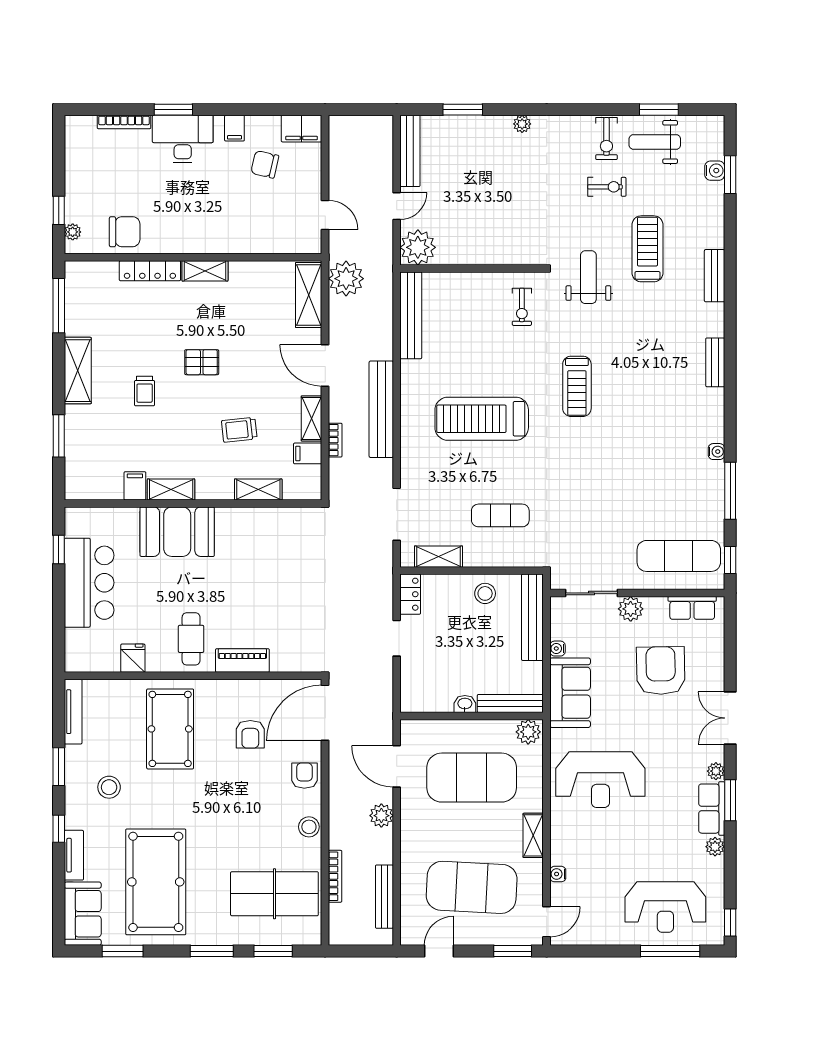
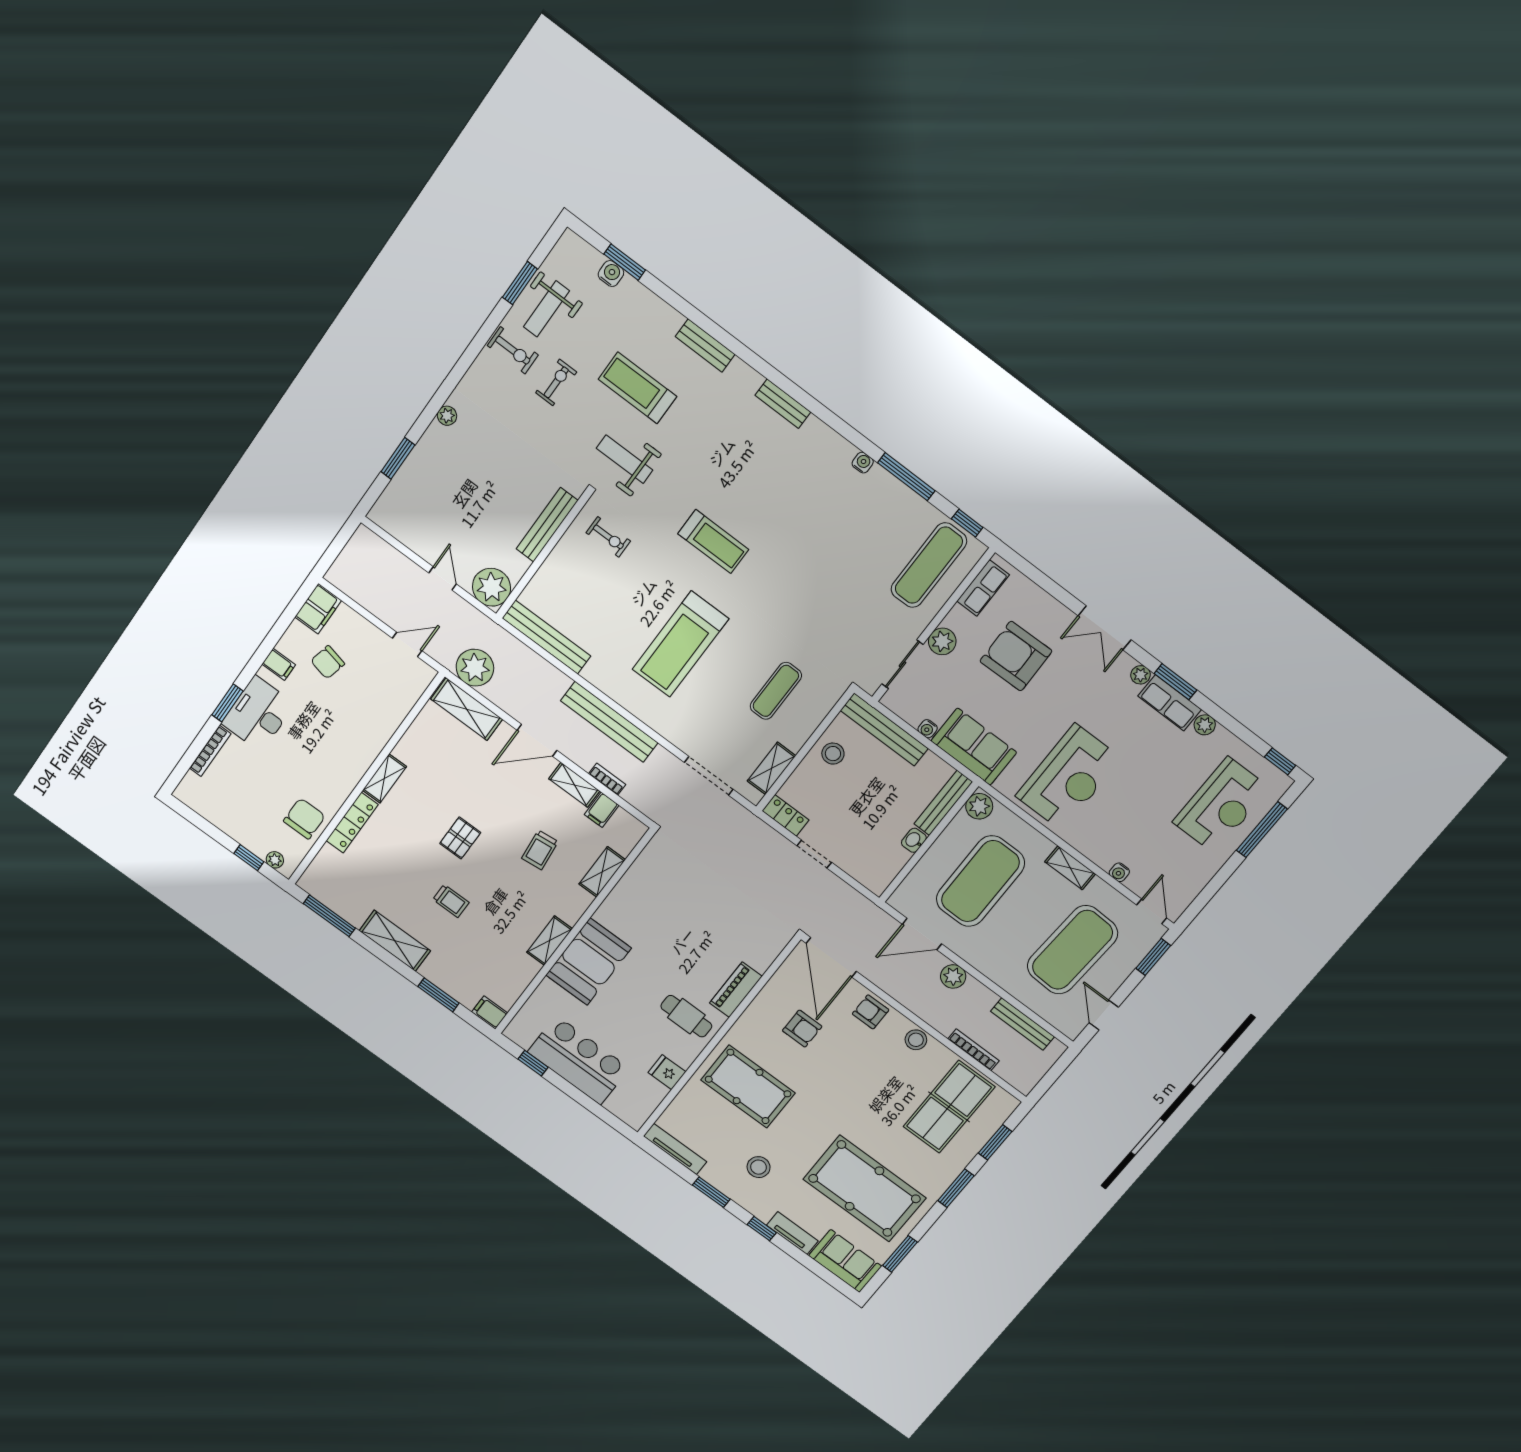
bench: (410, 151) -> (547, 525), moved, turned 90
filing cabinet: (135, 486) -> (490, 1012), moved

